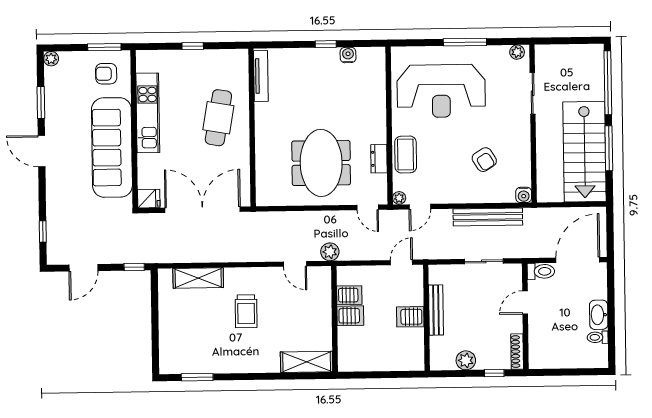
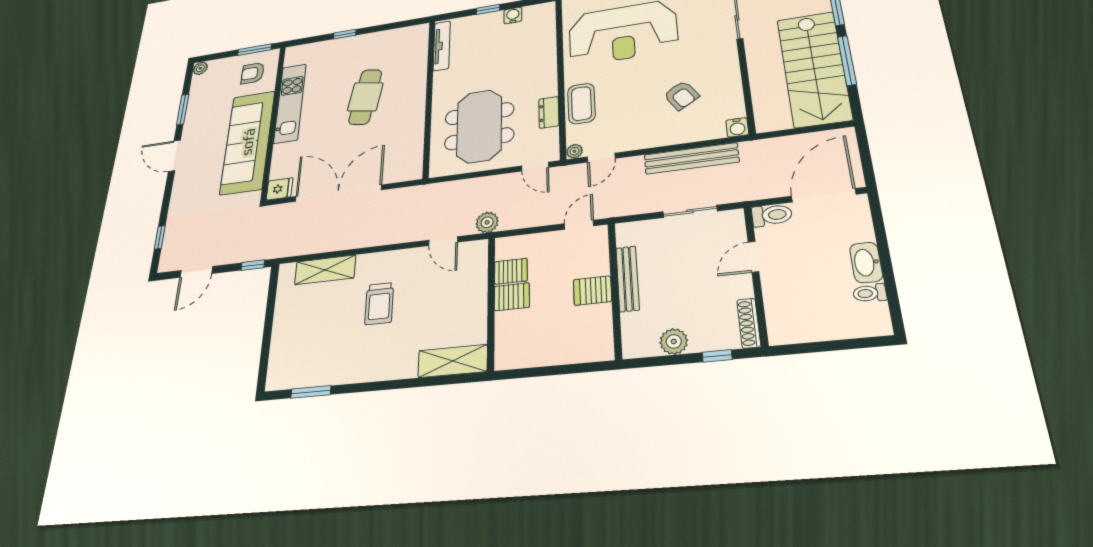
tv unit: (261, 76) -> (442, 46), moved
wall: (252, 128) -> (429, 97), moved

